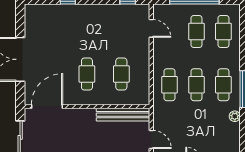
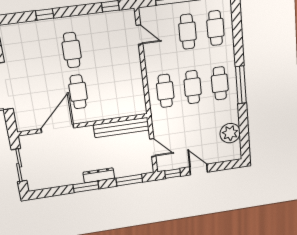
cafe table: (121, 74) -> (72, 50), moved
door: (47, 106) -> (57, 128), moved
plant: (235, 116) -> (230, 133), moved, width x1.88, depth x1.88

